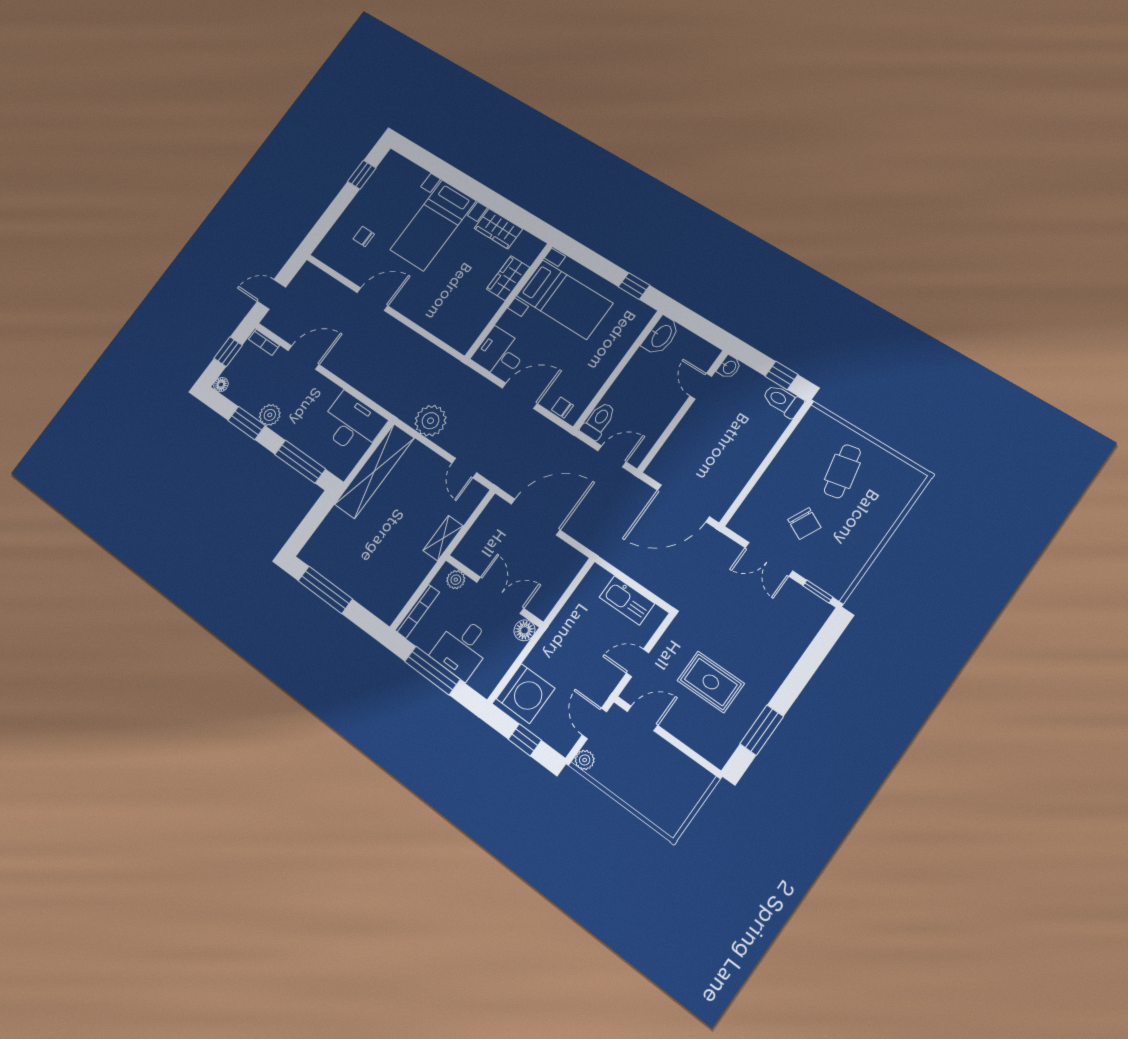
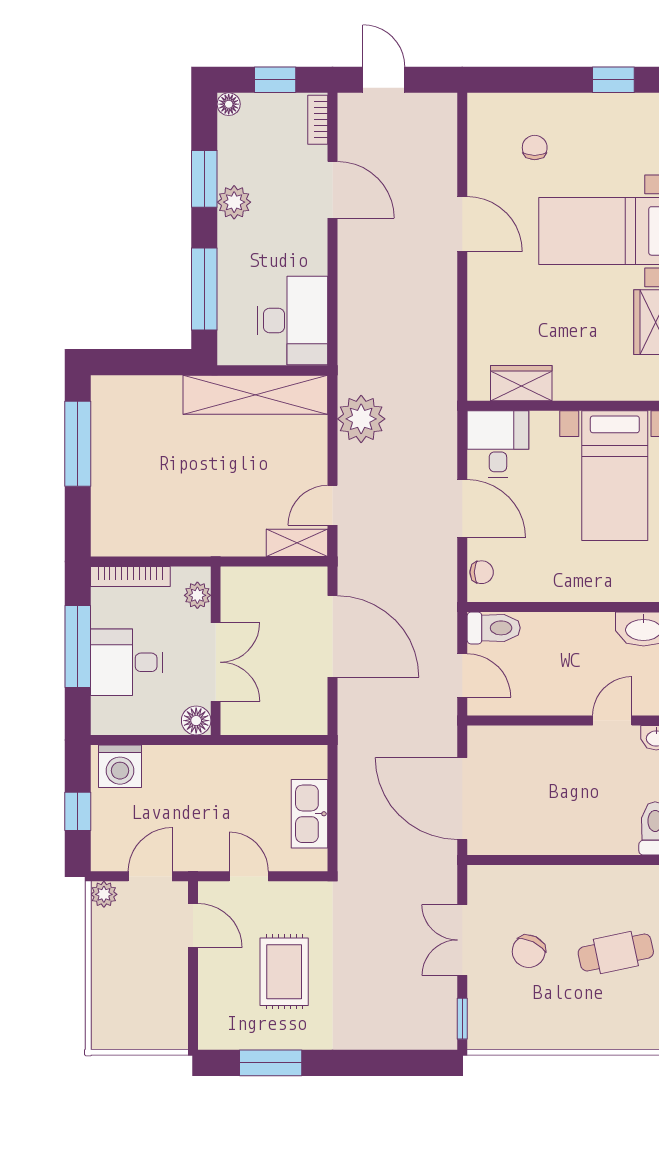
wardrobe: (508, 278) -> (521, 383), moved
chair: (562, 408) -> (482, 572), turned 90
shelving: (443, 538) -> (297, 543), moved
washing machine: (525, 693) -> (120, 766), width x0.73, depth x0.73

